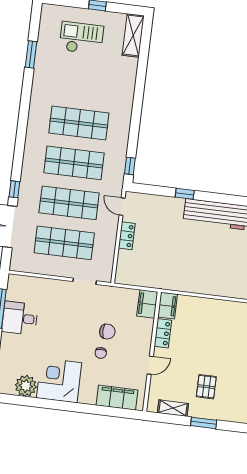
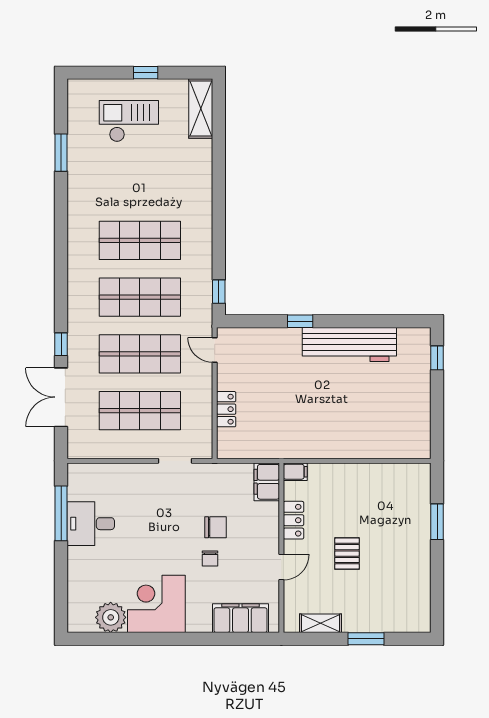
locker: (127, 236) -> (226, 409), moved
filing cabinet: (168, 306) -> (295, 472), width x0.50
pallet: (206, 387) -> (347, 554), moved

